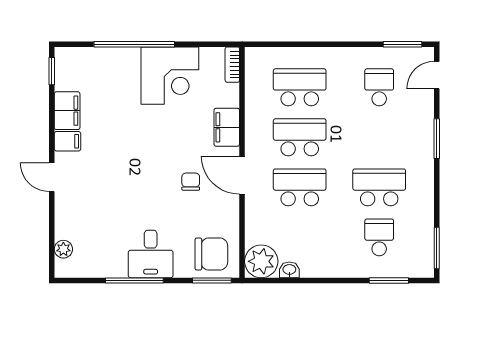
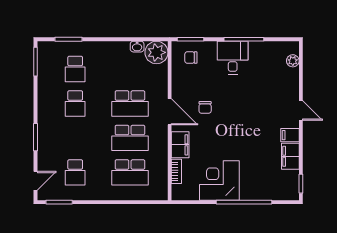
bookcase: (232, 65) -> (176, 171), moved
school desk: (379, 187) -> (75, 103), width x0.54
chair: (211, 254) -> (191, 58), width x0.54, depth x0.54

